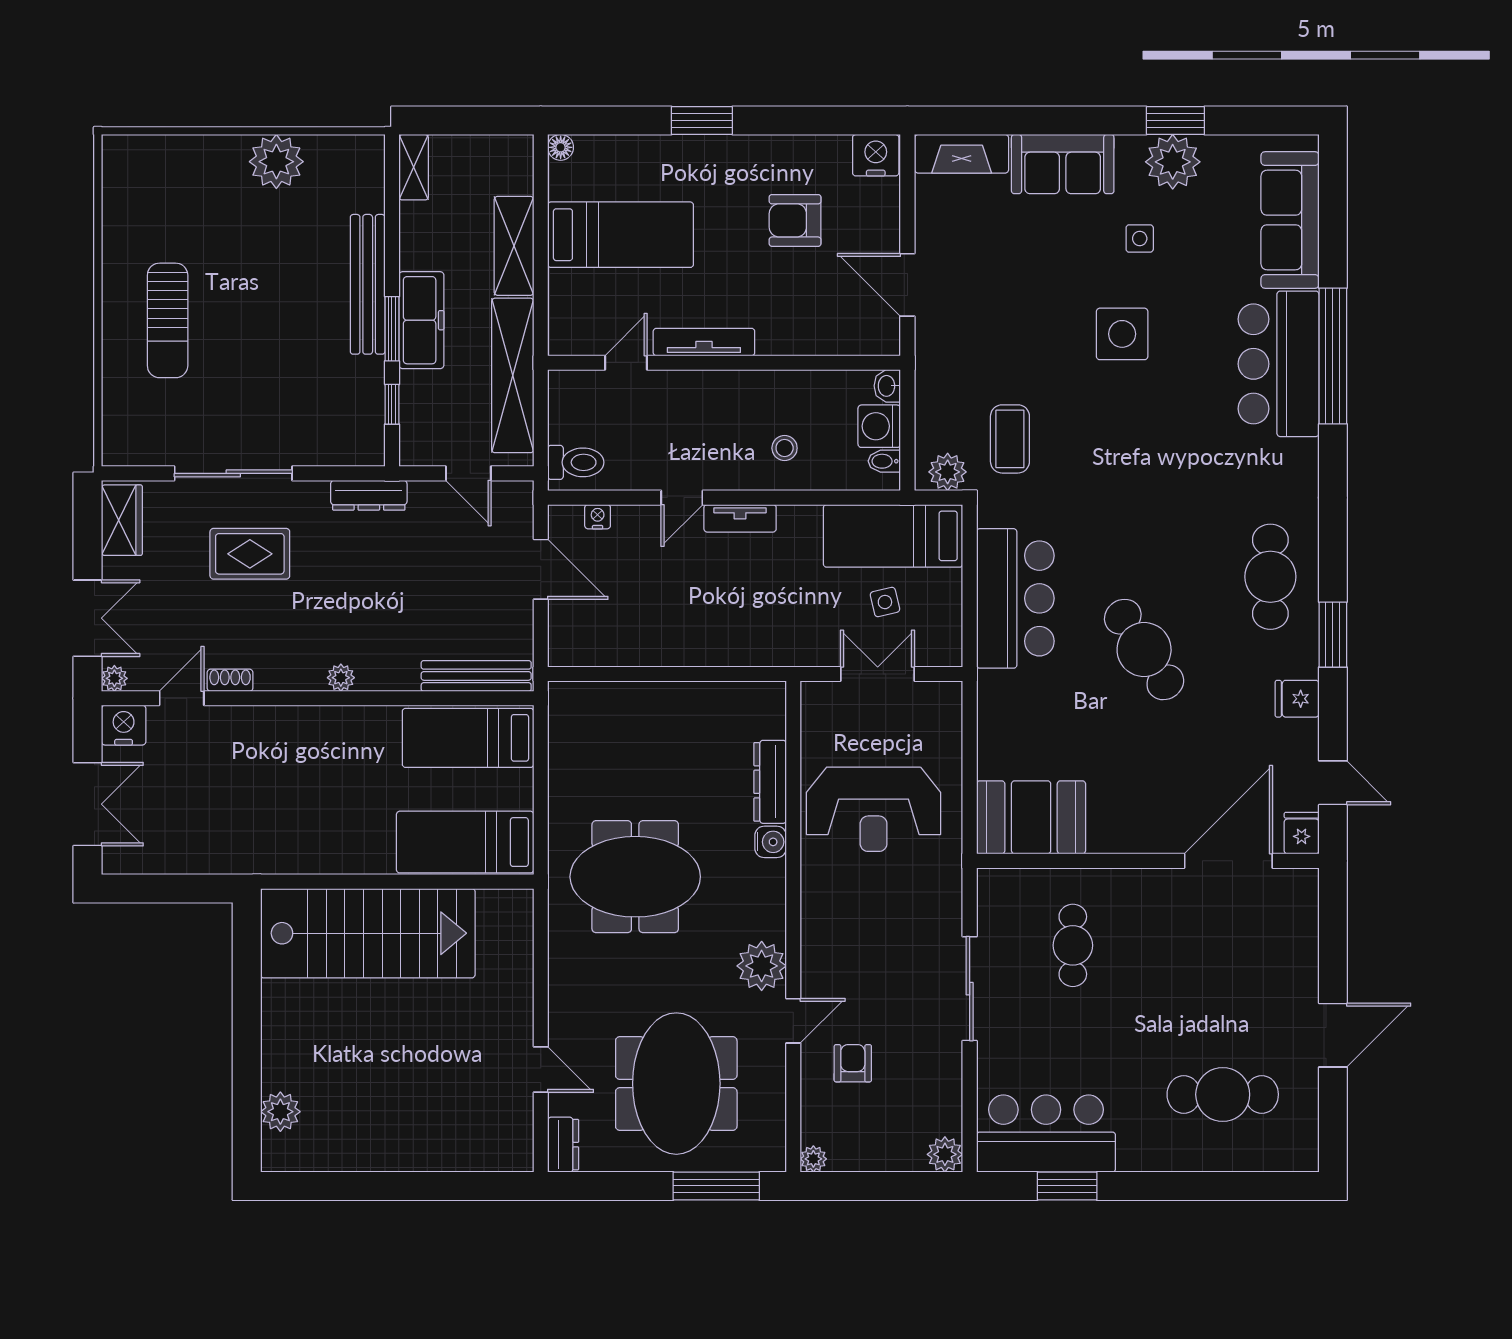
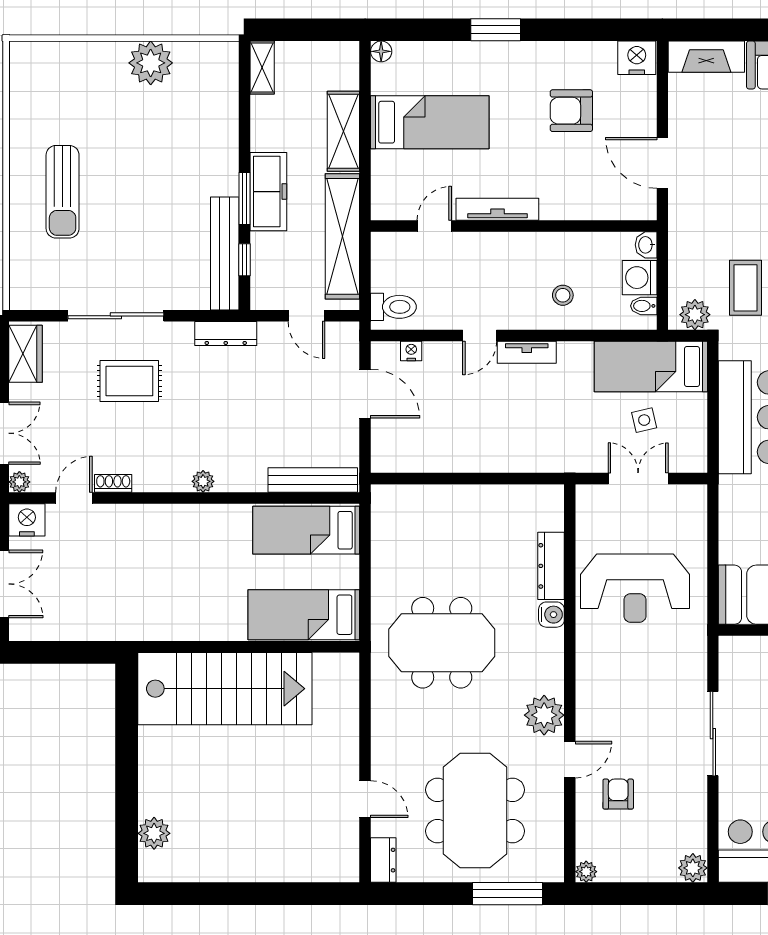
bench: (368, 284) -> (225, 254), moved

